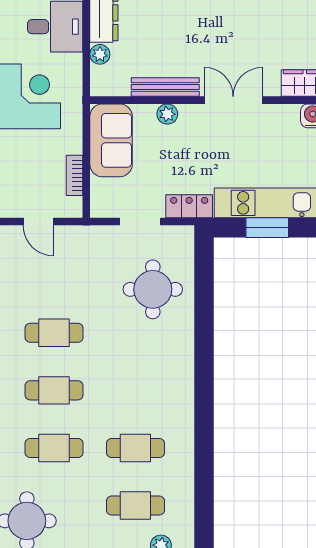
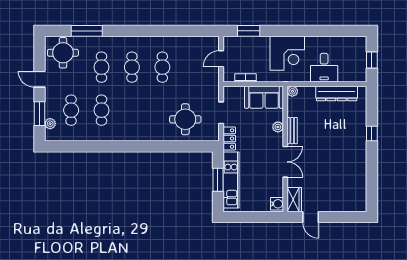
plant: (100, 54) -> (292, 91), moved
bench: (165, 87) -> (292, 131), width x0.73

